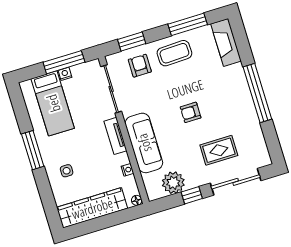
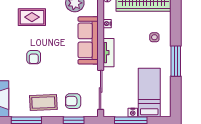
armchair: (140, 66) -> (73, 101), turned 90
armchair: (191, 112) -> (34, 57), moved, turned 90

